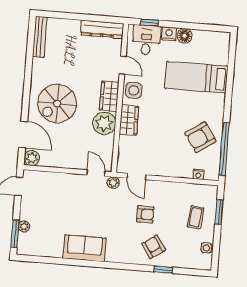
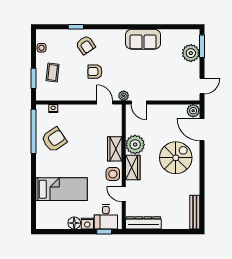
plant: (24, 227) -> (191, 53), width x1.88, depth x1.88

